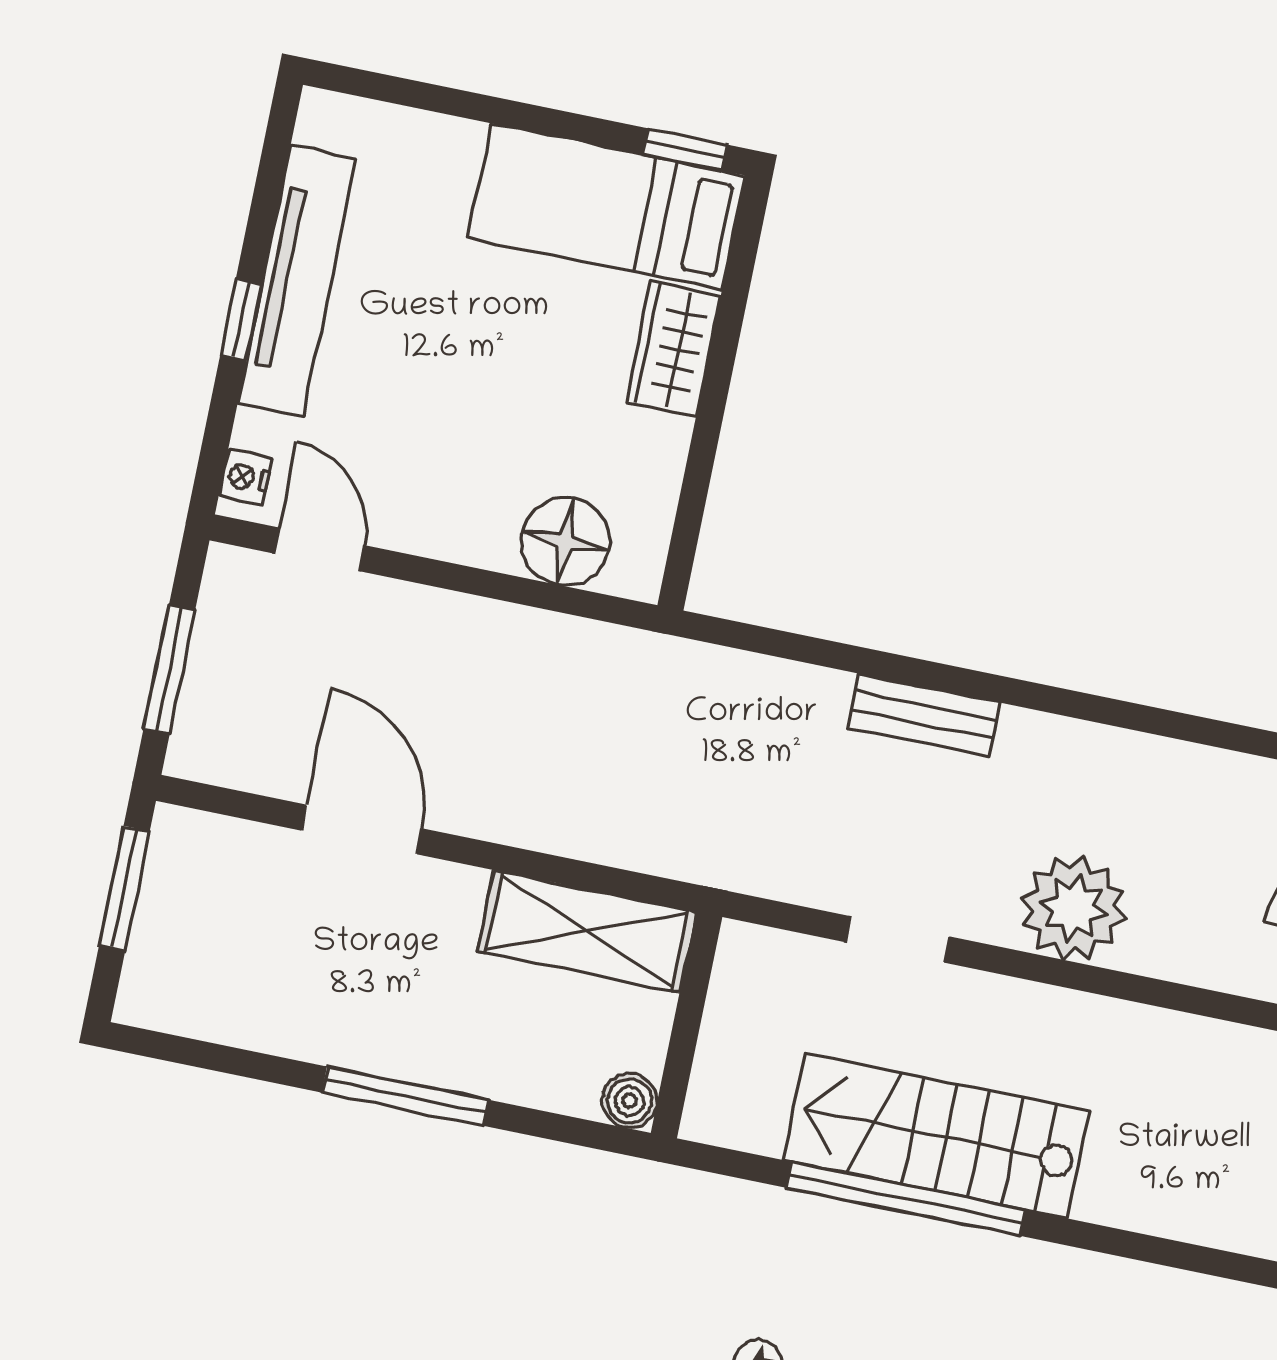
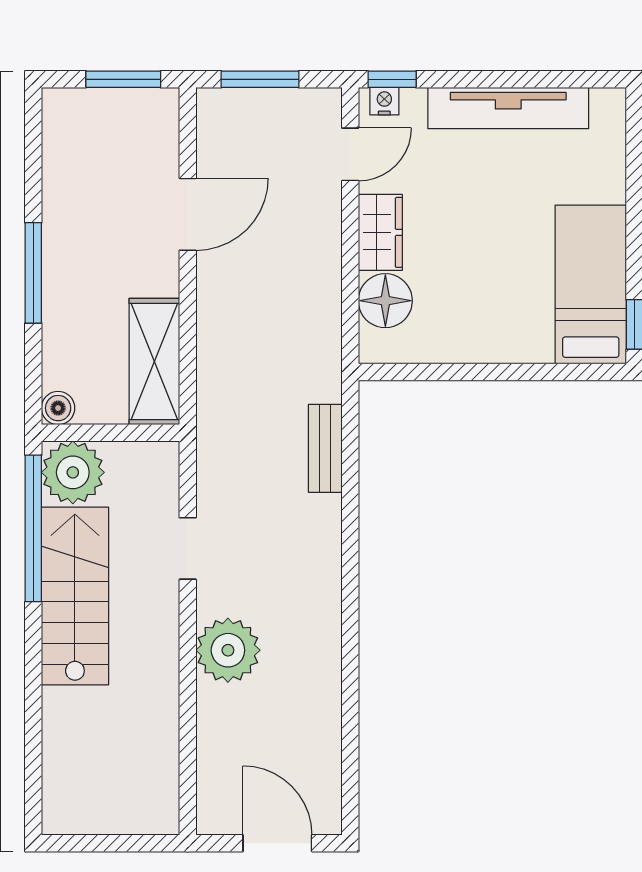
window: (241, 320) -> (392, 79), moved
wardrobe: (673, 349) -> (380, 232), moved, turned 90
bench: (924, 715) -> (325, 448), moved
plant: (738, 1098) -> (73, 472), added
window: (906, 1199) -> (33, 528), moved

